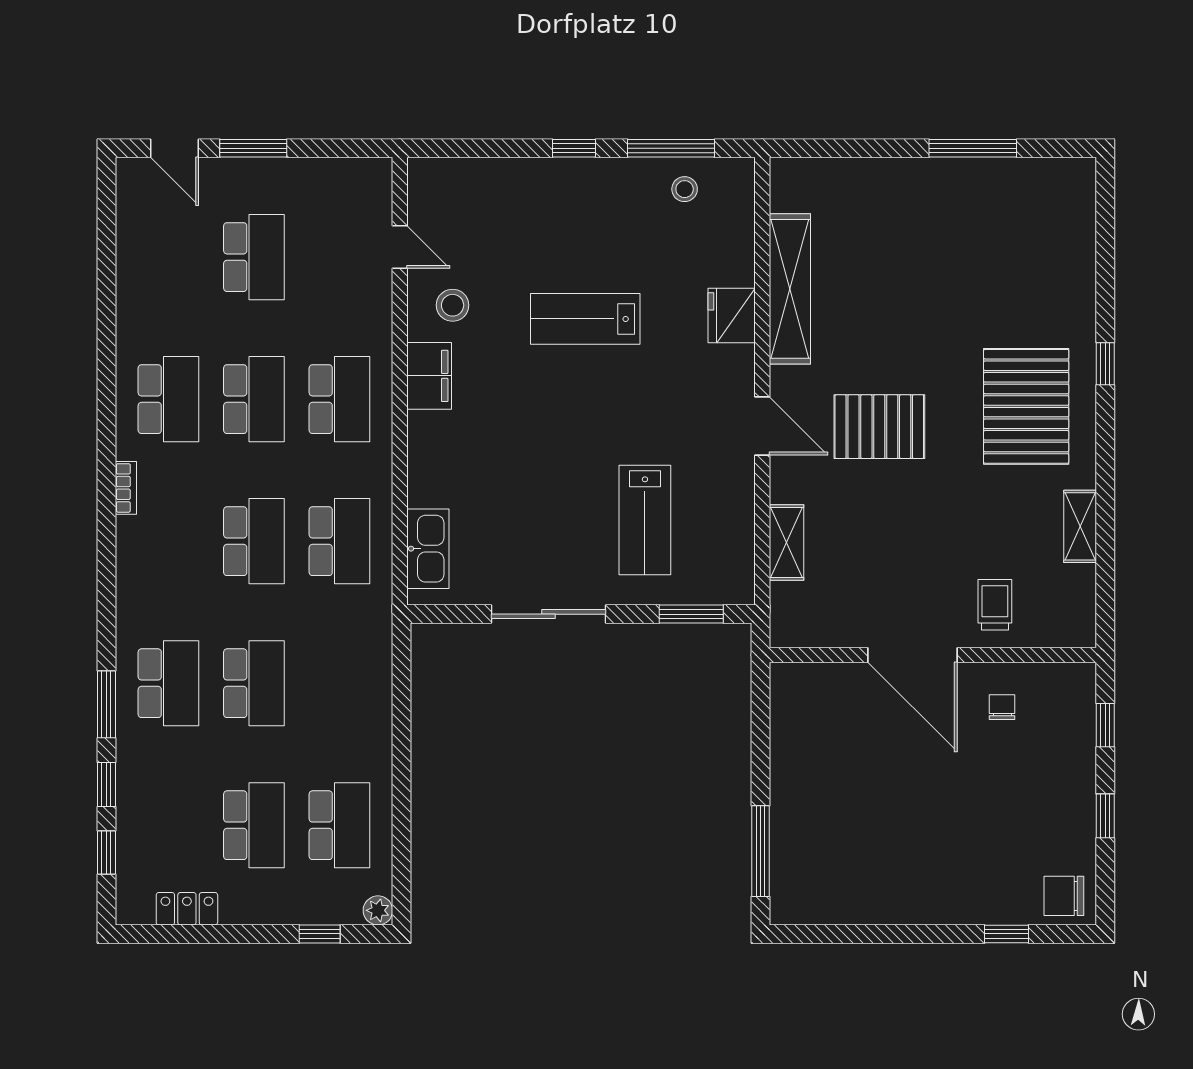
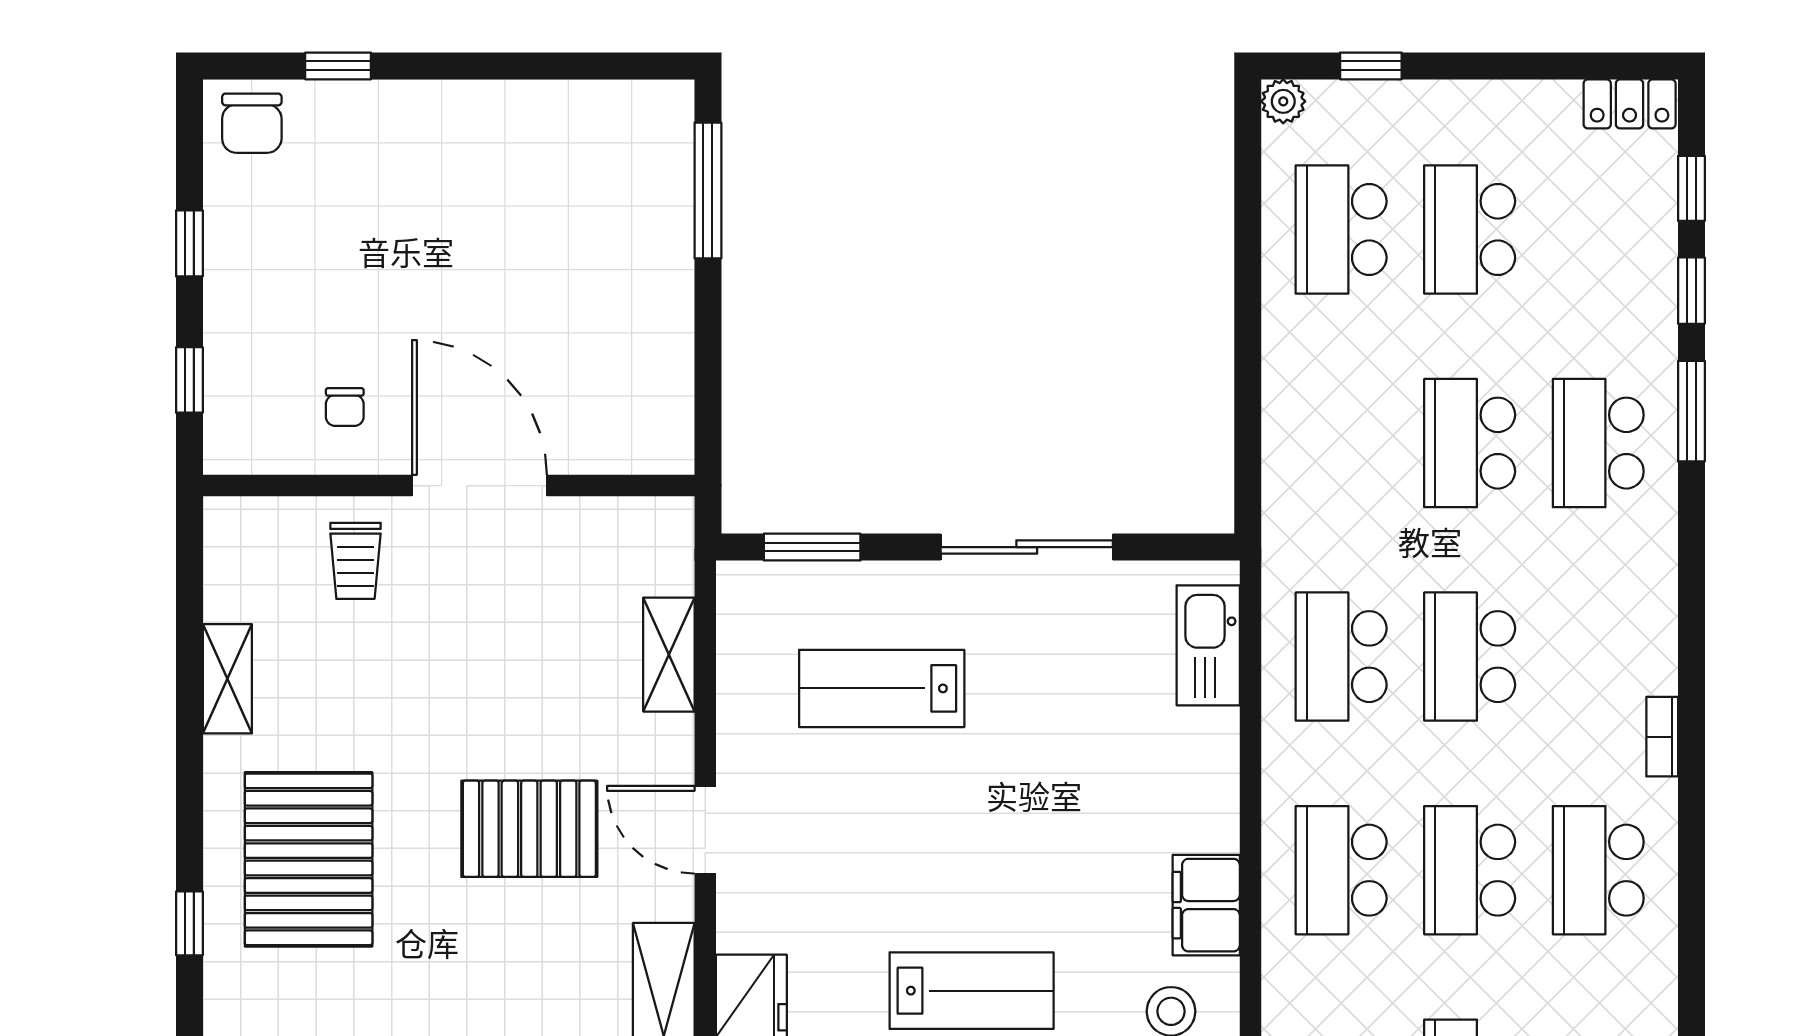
lab bench: (645, 520) -> (882, 688), turned -90
chair: (1064, 896) -> (252, 123), turned 90
locker: (187, 909) -> (1630, 104), moved

